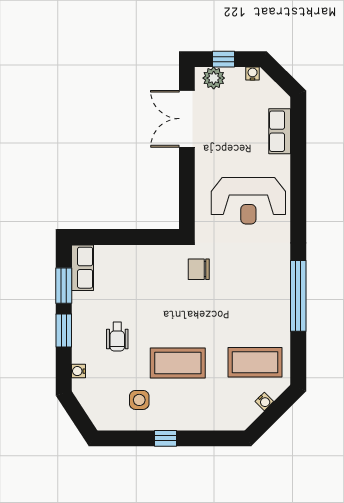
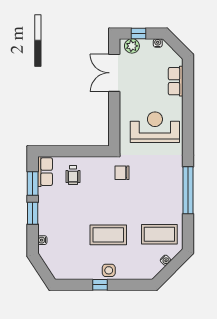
reception desk: (248, 201) -> (155, 127), turned 180
wheelchair: (117, 337) -> (73, 175), moved
side table: (139, 400) -> (109, 270), moved

